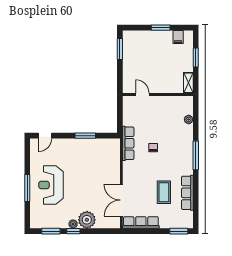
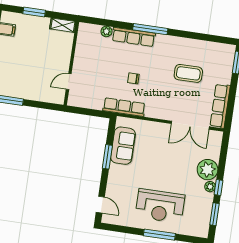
sofa: (96, 147) -> (123, 146), added
row of seats: (187, 193) -> (134, 37), moved

